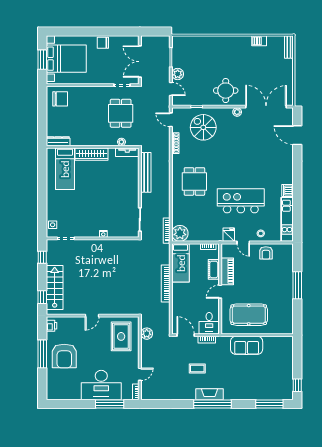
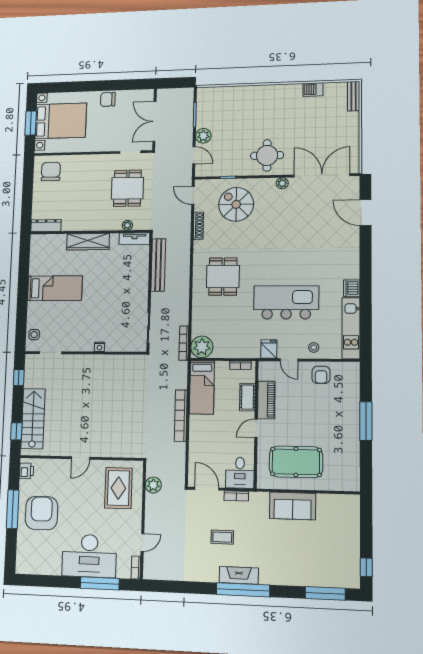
chair: (60, 99) -> (51, 172), turned -90
bed: (65, 169) -> (55, 288), moved, turned -90
armchair: (64, 356) -> (42, 513), turned 180

